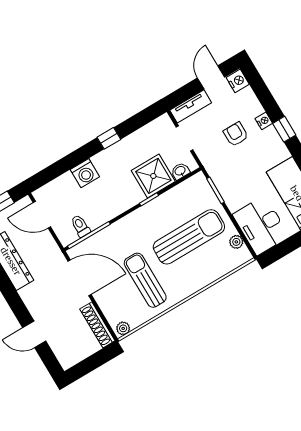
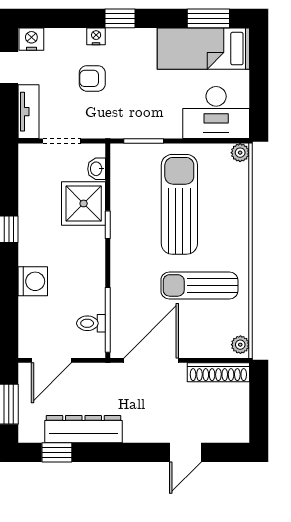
plant: (236, 242) -> (240, 153), moved

